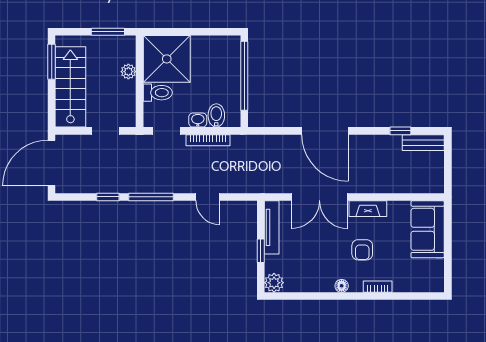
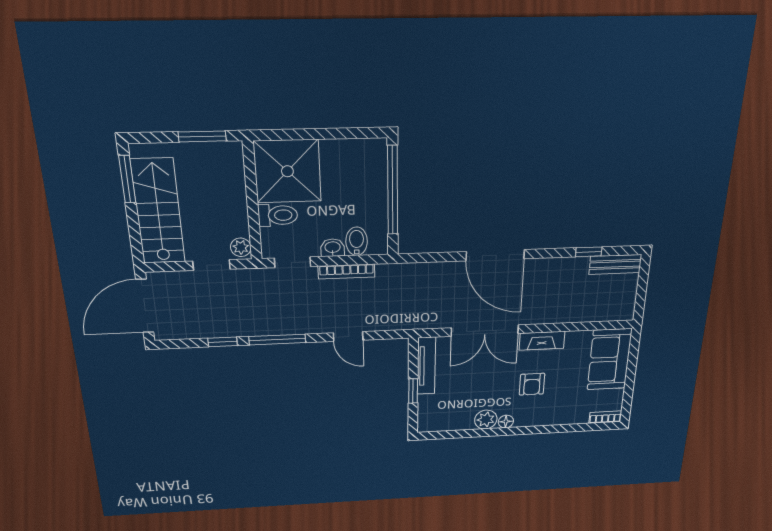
plant: (128, 72) -> (241, 247), moved
plant: (274, 283) -> (486, 420), moved
bookcase: (378, 287) -> (605, 417), moved

